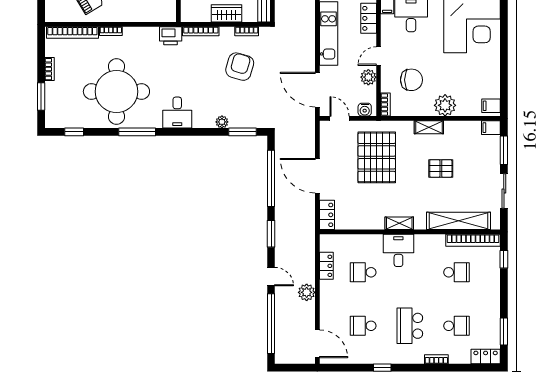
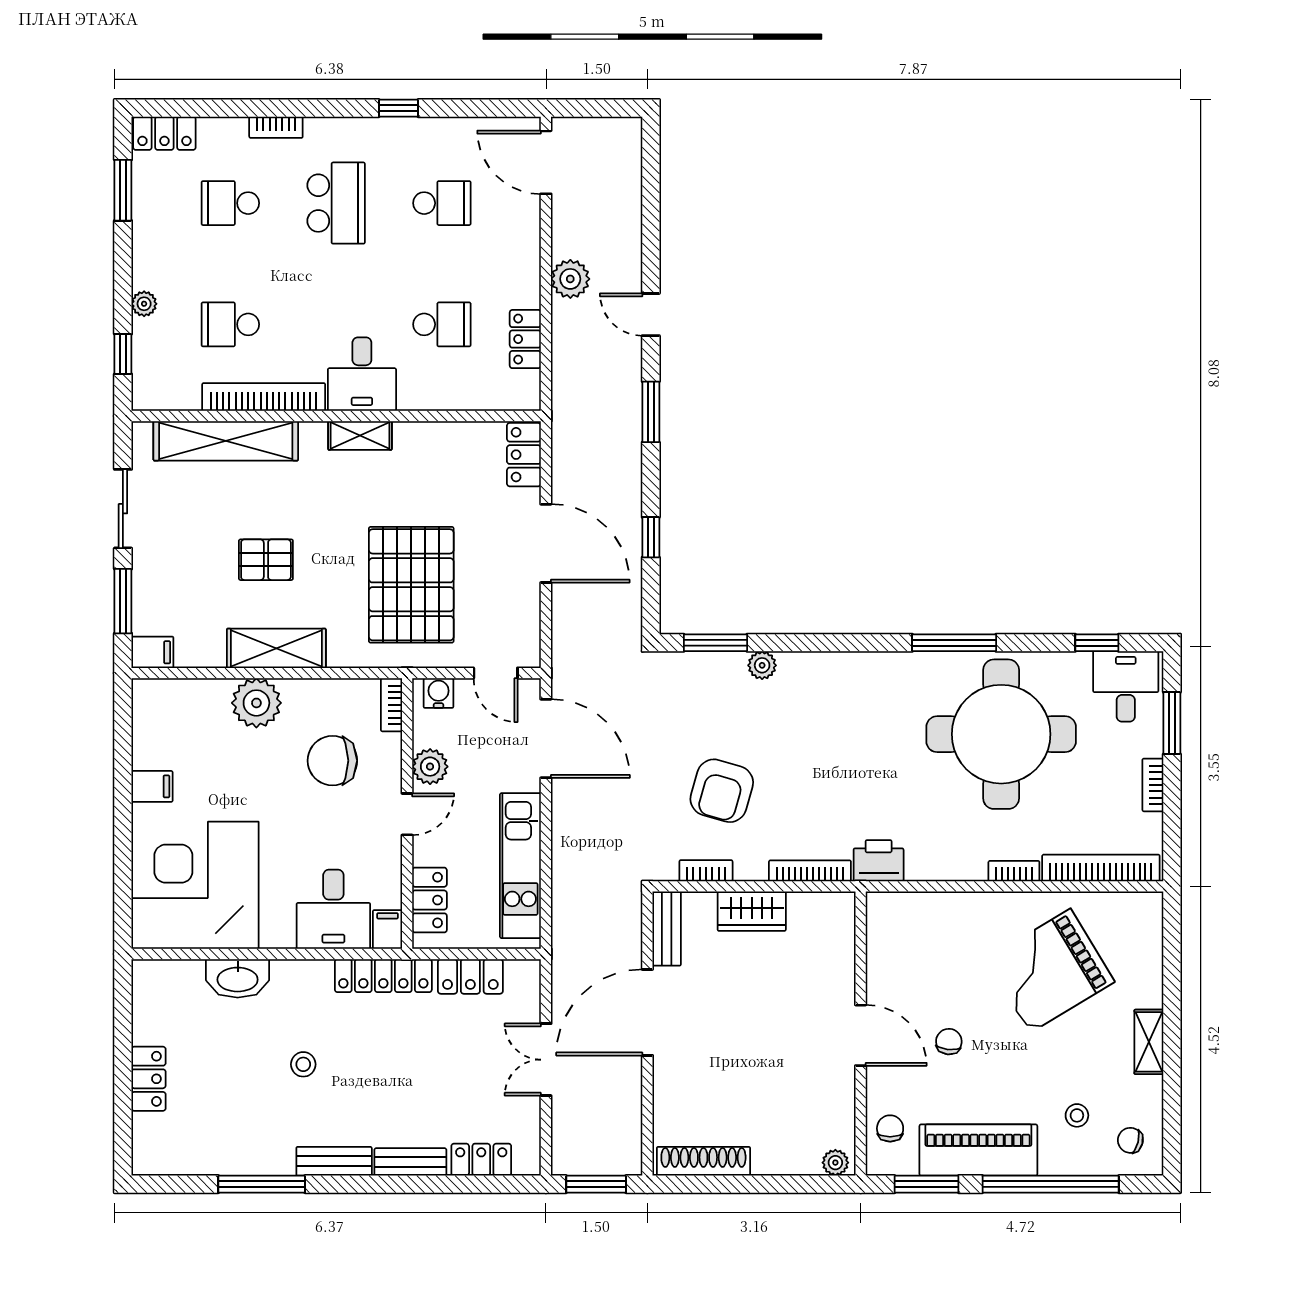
filing cabinet: (491, 106) -> (152, 786), moved
desk: (177, 113) -> (1126, 686), moved
shelving: (429, 127) -> (276, 648), width x1.50, depth x1.33
window: (271, 178) -> (651, 537), width x0.32
bookcase: (473, 240) -> (264, 397), moved
plant: (495, 281) -> (144, 304), added
window: (271, 324) -> (651, 208), removed

